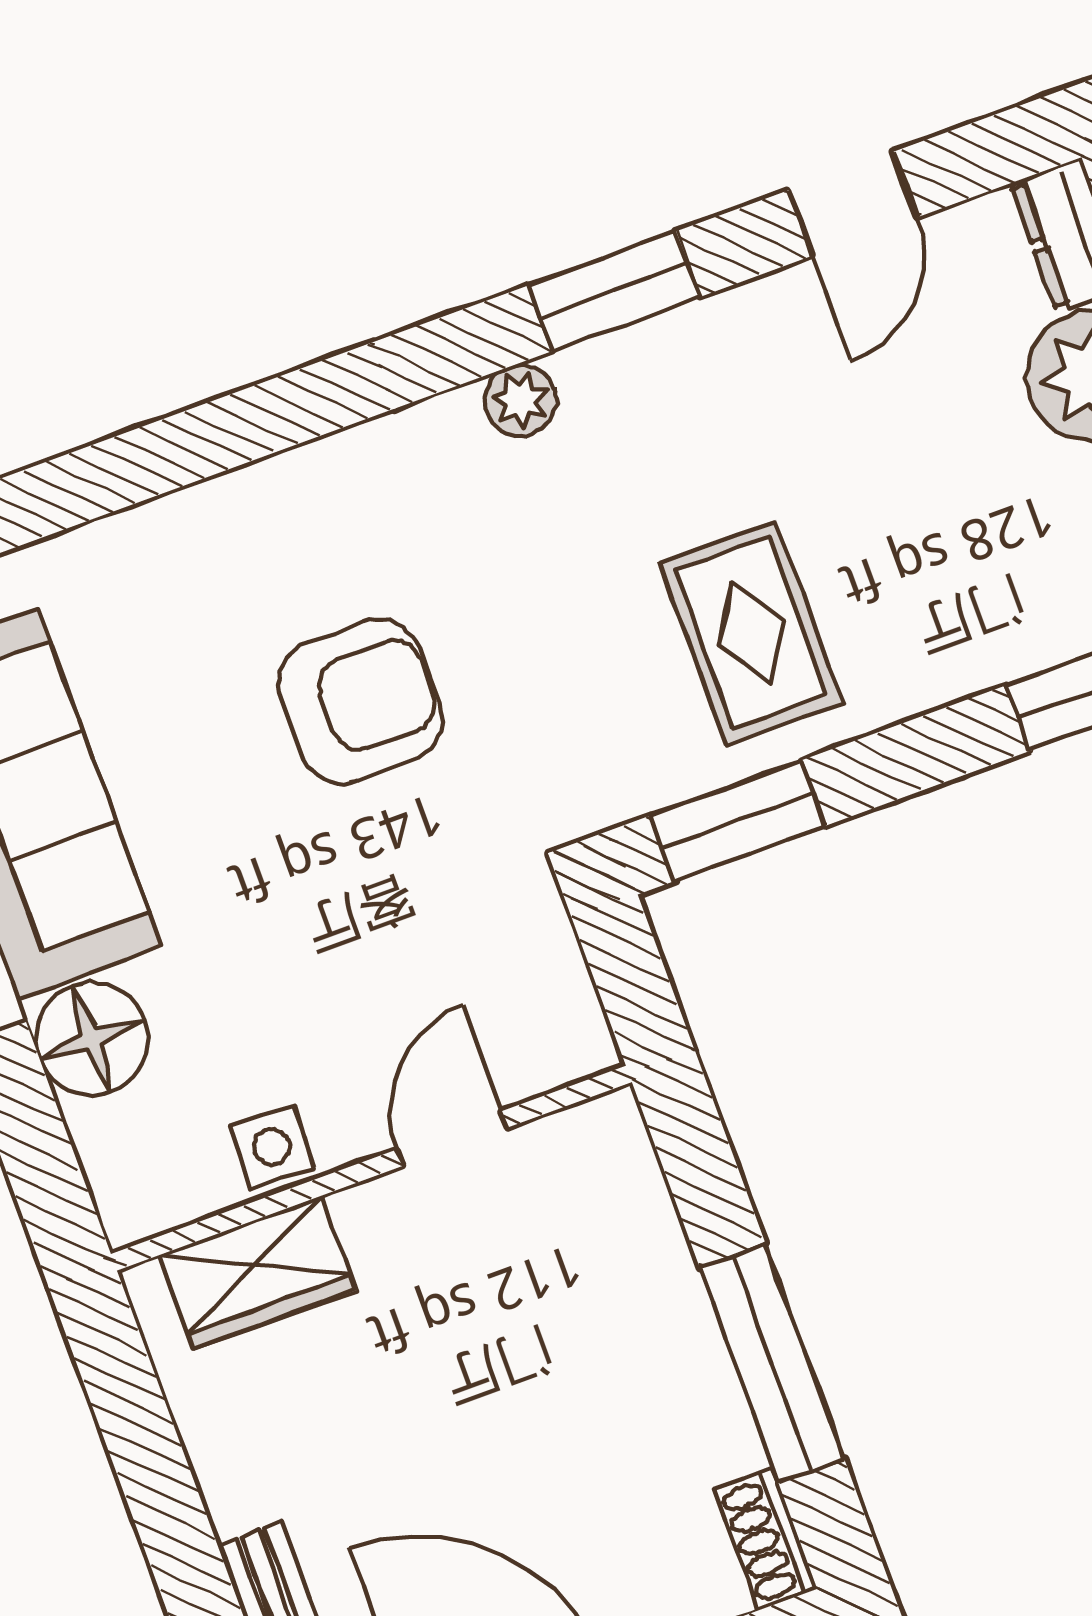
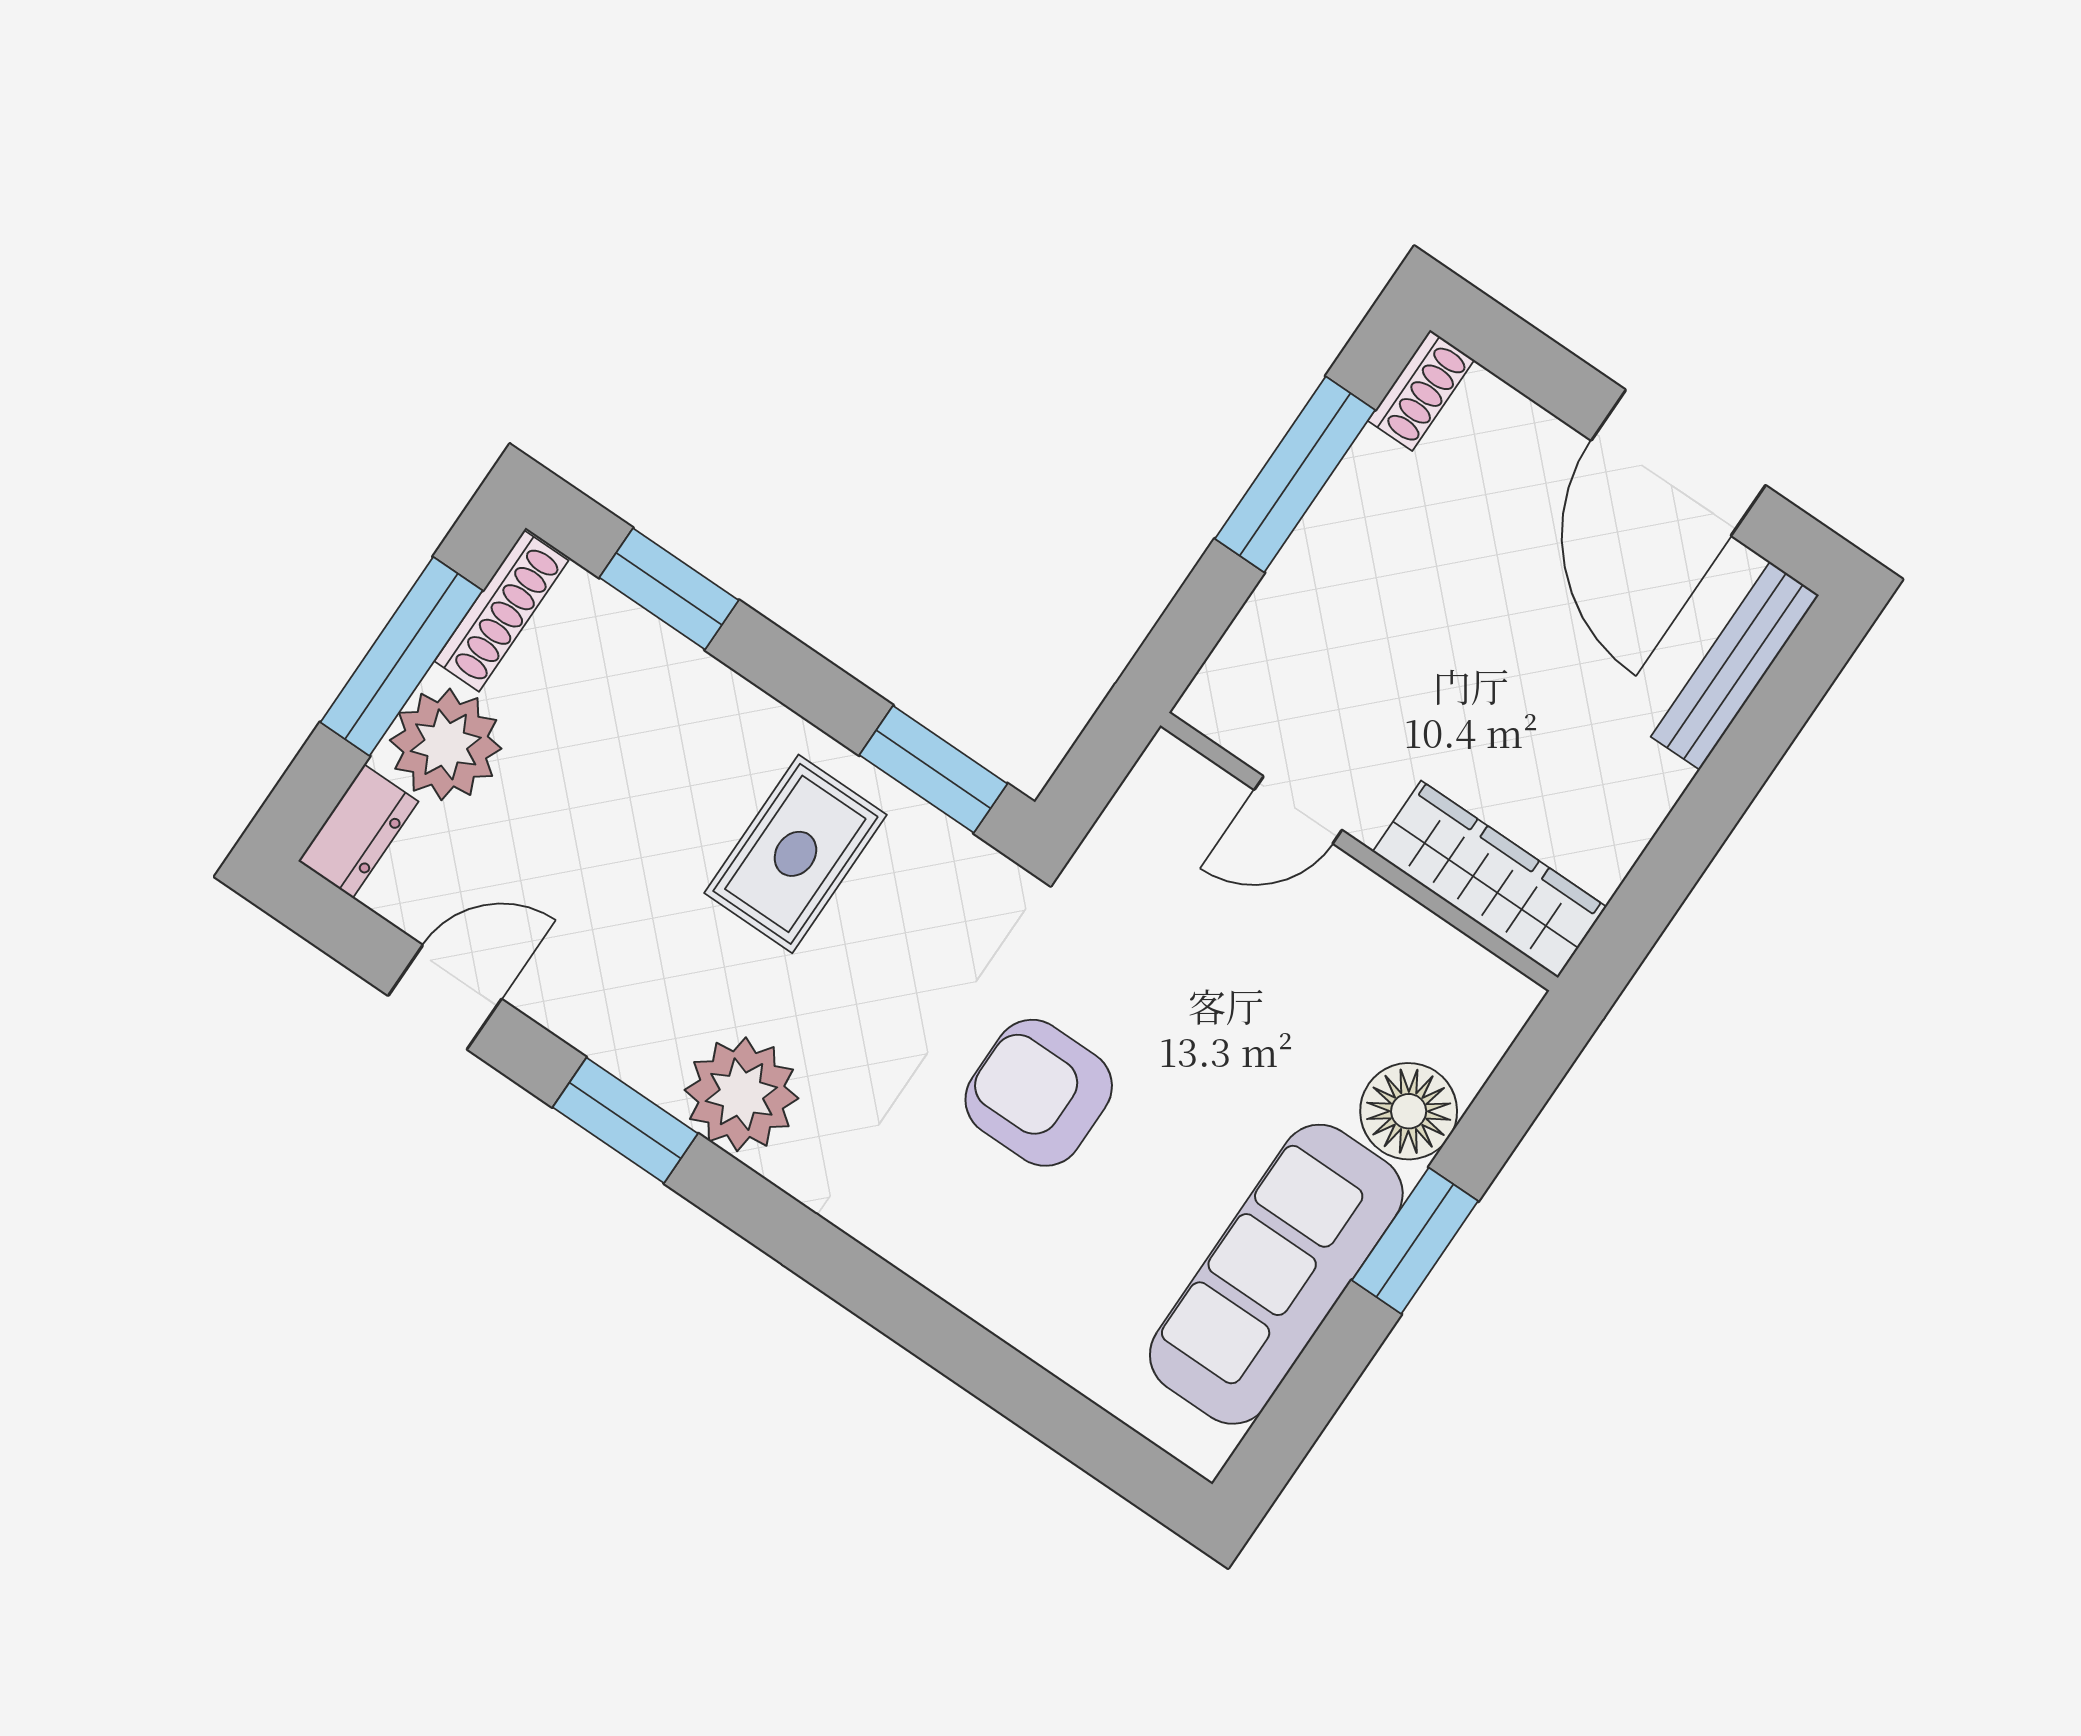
plant: (520, 400) -> (741, 1094), width x1.88, depth x1.88
side table: (272, 1147) -> (1394, 932), removed
wardrobe: (257, 1273) -> (1489, 879), width x1.50

